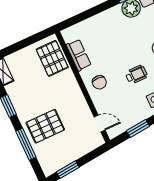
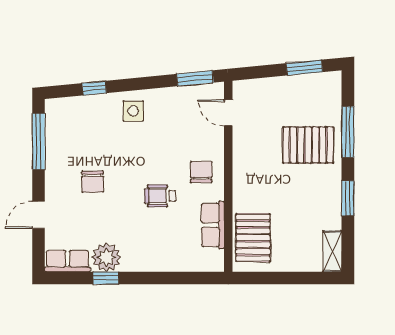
wheelchair: (136, 75) -> (160, 196), moved
window: (138, 128) -> (195, 78), moved

